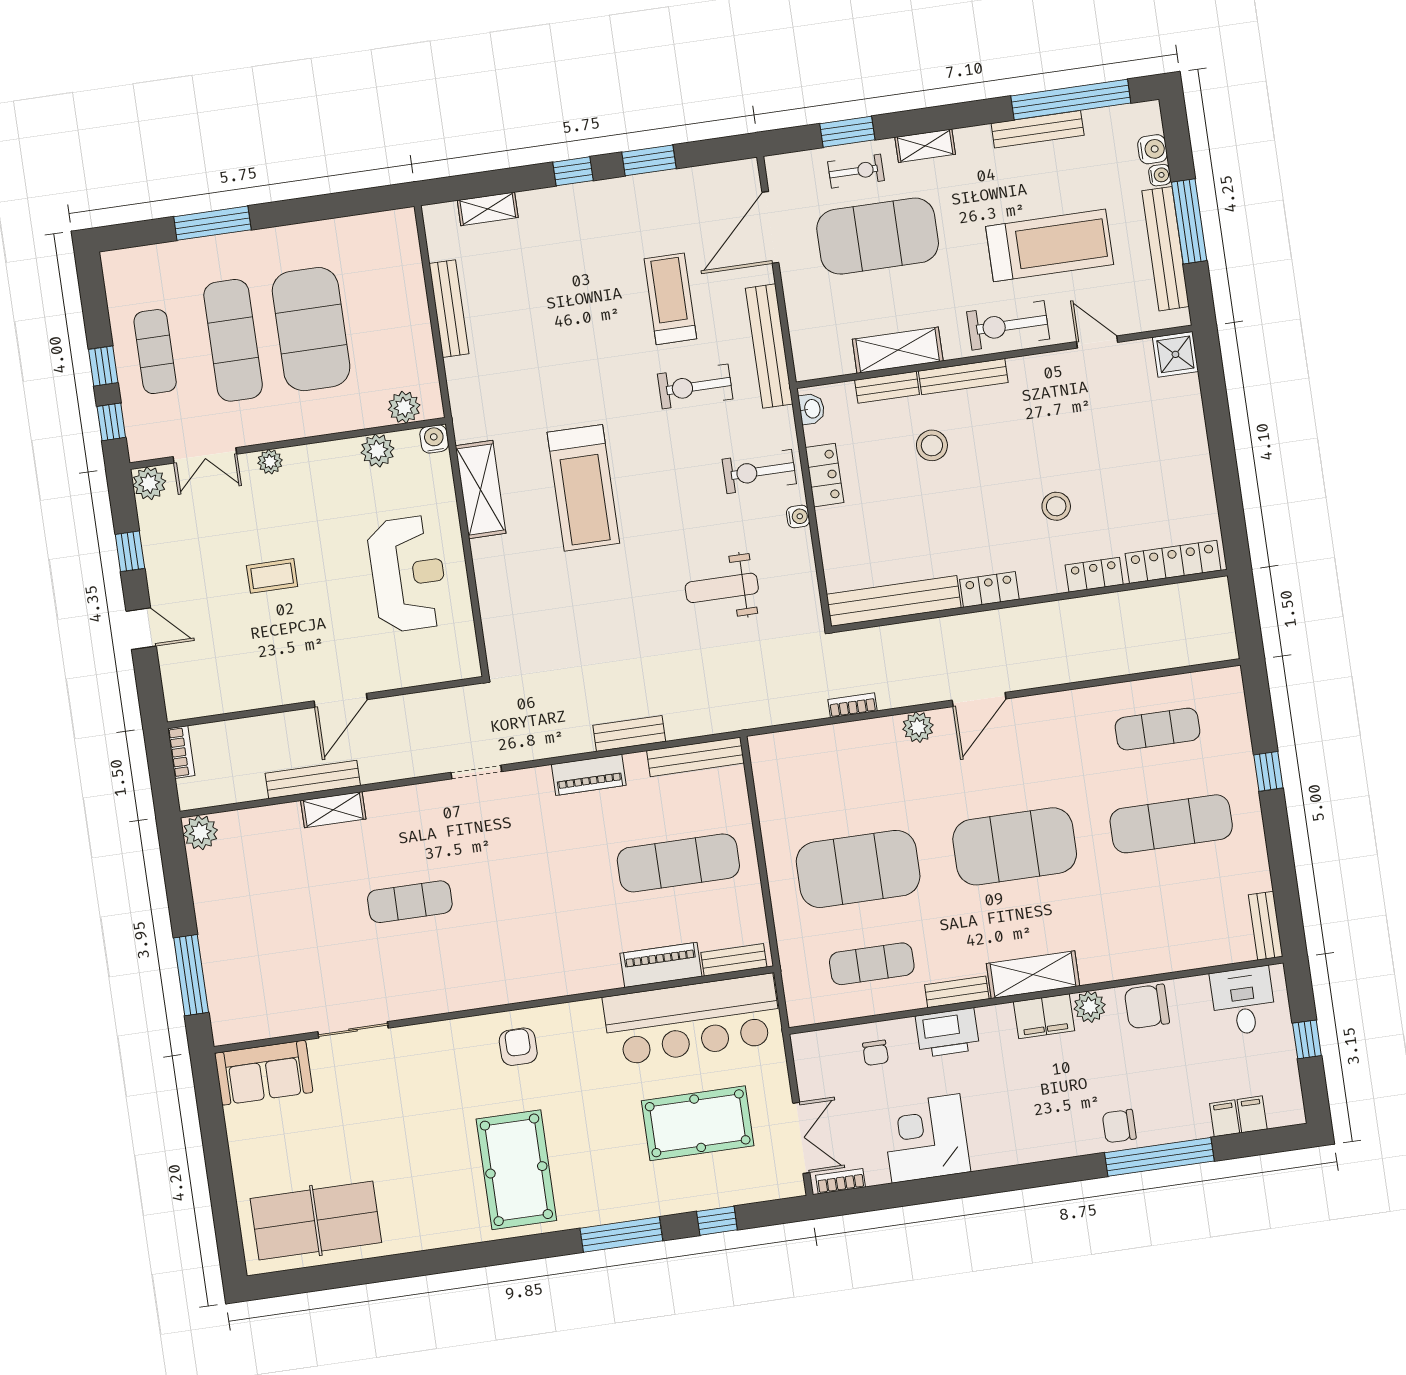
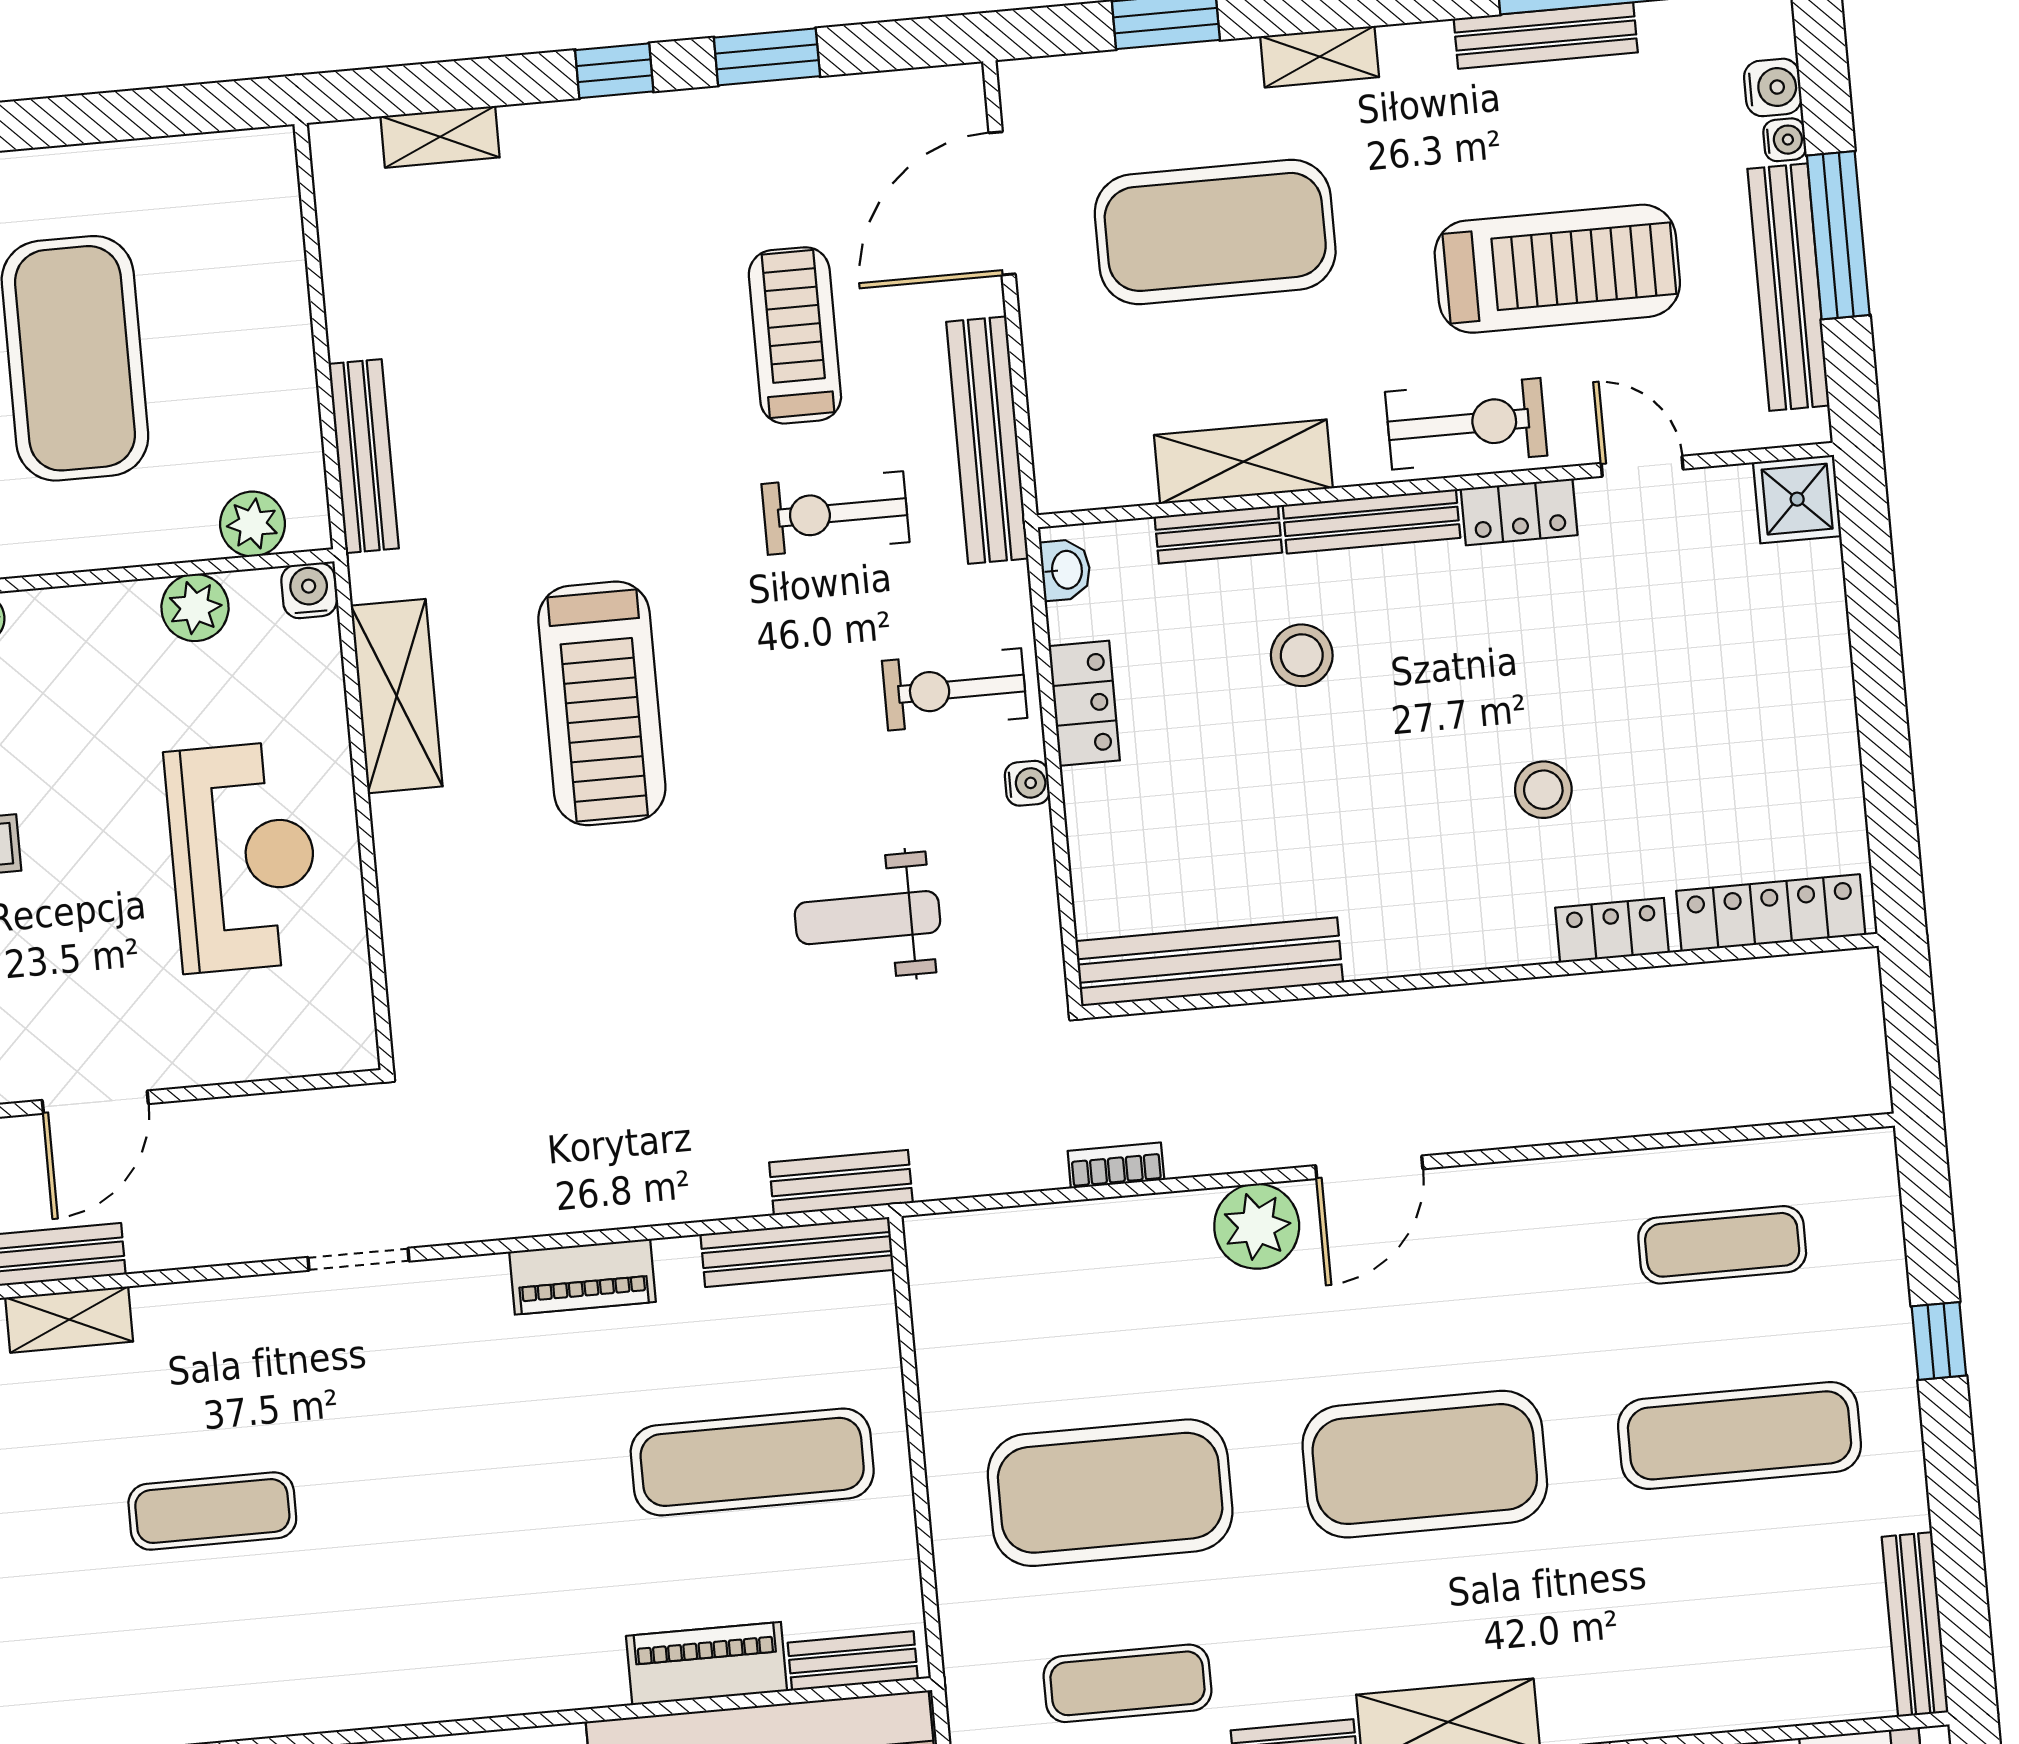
exercise bike: (856, 171) -> (1179, 100), removed
bench: (449, 309) -> (364, 456), moved
exercise bike: (1008, 325) -> (1466, 424), turned 180
locker: (989, 589) -> (1519, 512), moved, turned 180
plant: (918, 727) -> (1257, 1226), width x1.36, depth x1.36
bench: (629, 733) -> (841, 1183), moved
bench: (1266, 926) -> (1915, 1625), width x1.36

